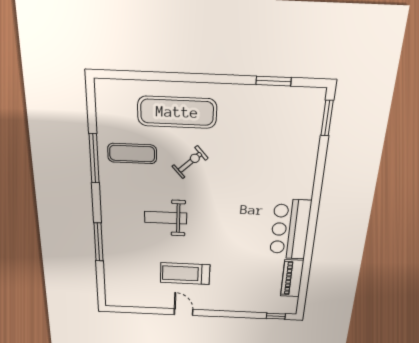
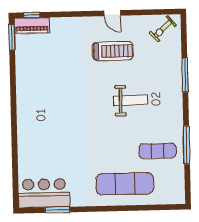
window: (327, 118) -> (12, 37), moved
exercise bike: (190, 162) -> (163, 29), moved
bar counter: (290, 230) -> (44, 193), moved, turned -90
piano: (292, 278) -> (32, 26), moved, turned 90

